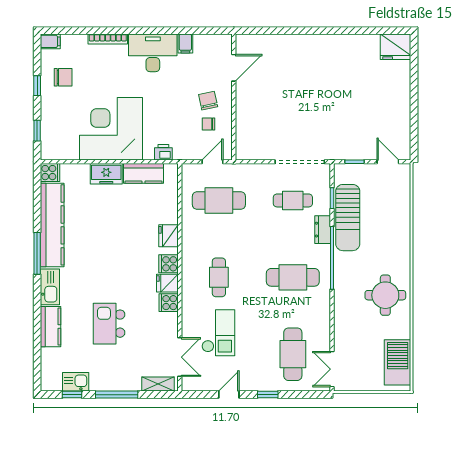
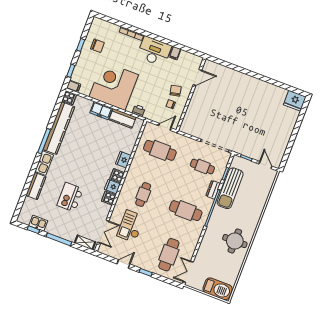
filing cabinet: (50, 41) -> (74, 86), moved
checkout: (218, 333) -> (131, 226), turned 180
barbecue: (398, 362) -> (218, 289), moved, turned 90

